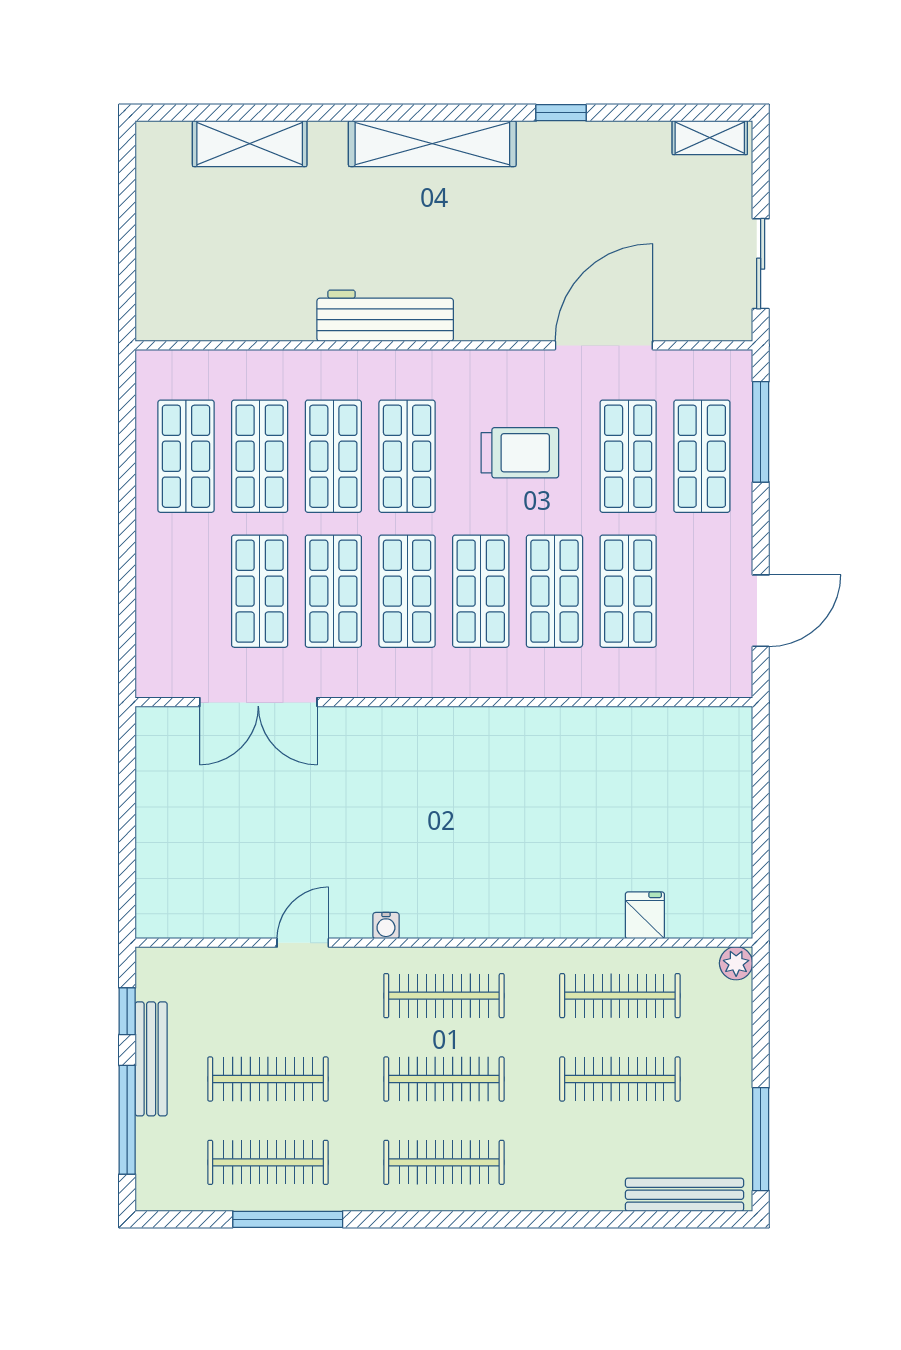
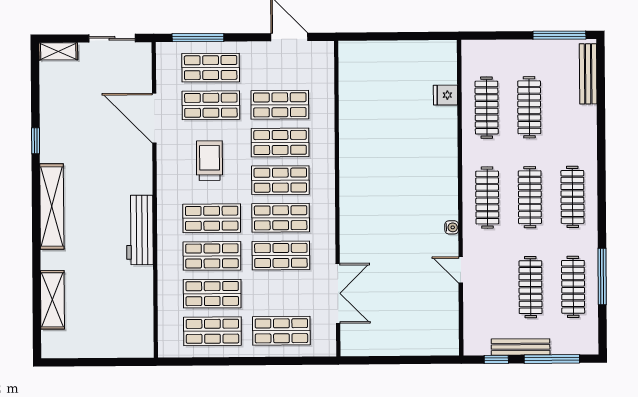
shelving: (710, 138) -> (58, 51), moved, turned 90
shop shelf: (260, 591) -> (281, 331), moved
plant: (736, 963) -> (470, 48), removed

